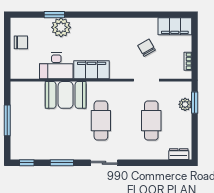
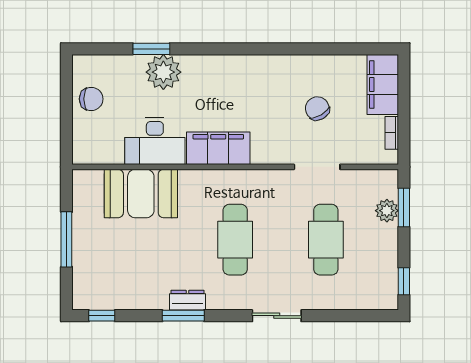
filing cabinet: (175, 26) -> (383, 85), moved, turned 90
booth: (66, 95) -> (141, 194), moved
window: (195, 144) -> (404, 281), added
dresser: (179, 154) -> (187, 300), moved
window: (62, 163) -> (183, 316), moved
sliding door: (104, 163) -> (277, 316), moved

